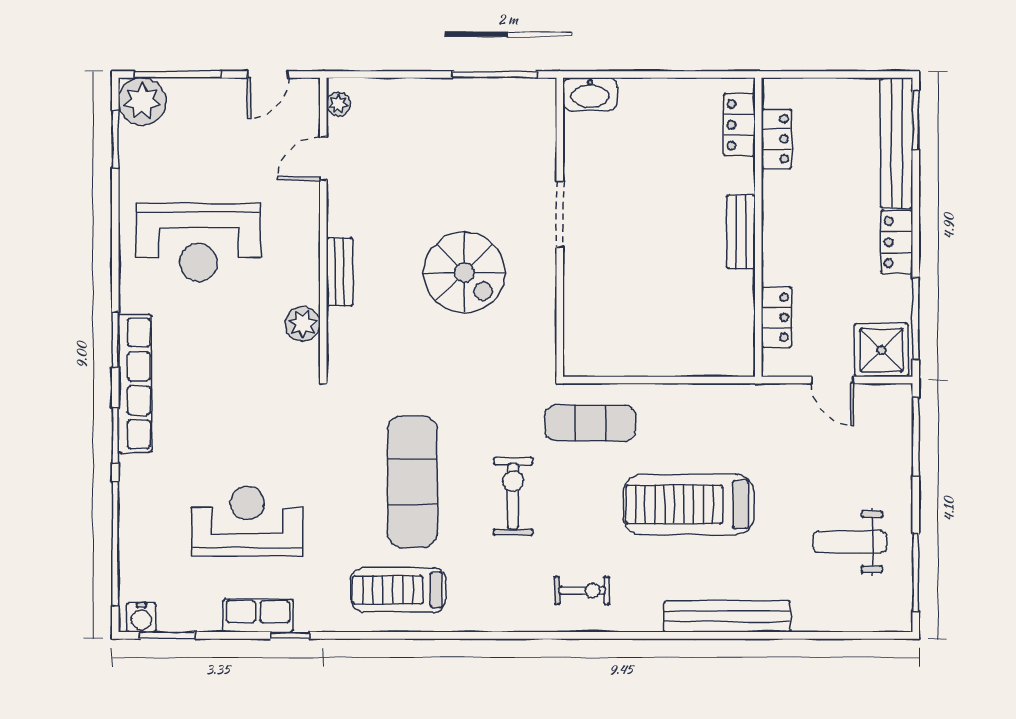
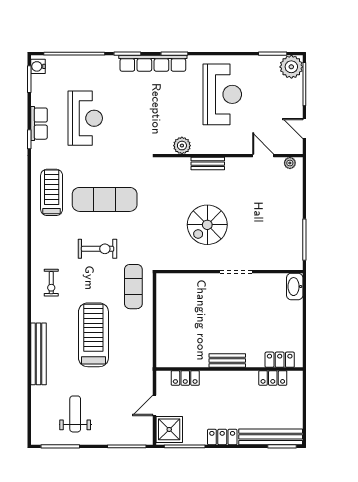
reception desk: (198, 242) -> (222, 94), turned 180

